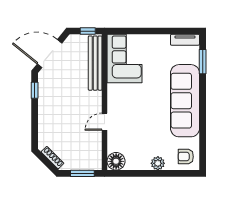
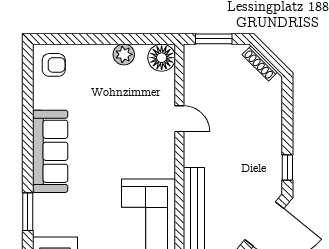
sofa: (185, 101) -> (50, 151), width x0.74, depth x0.79
door: (105, 122) -> (179, 119), hinge flipped
plant: (158, 163) -> (124, 54), moved

